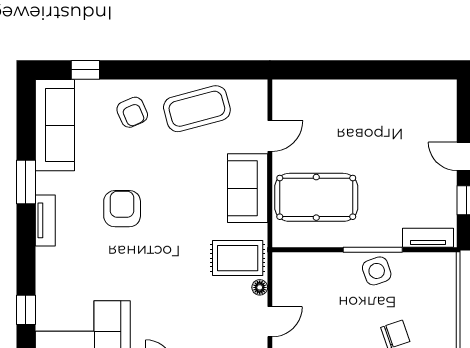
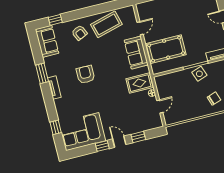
sofa: (55, 125) -> (47, 41), width x0.73

